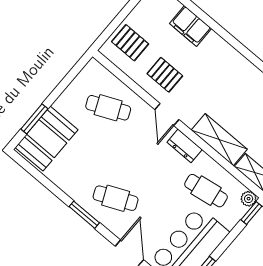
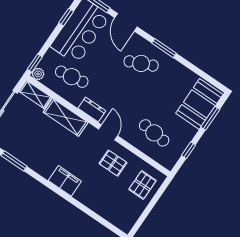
filing cabinet: (190, 26) -> (65, 181), moved
pallet: (130, 43) -> (142, 185), turned 90
window: (67, 81) -> (188, 150), added
cafe table: (108, 108) -> (154, 133), turned 30

